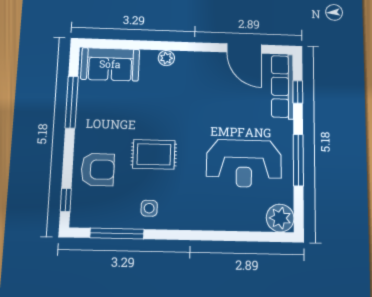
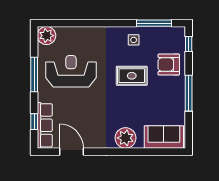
plant: (166, 58) -> (125, 138), width x1.88, depth x1.88
window: (72, 102) -> (189, 93), moved

